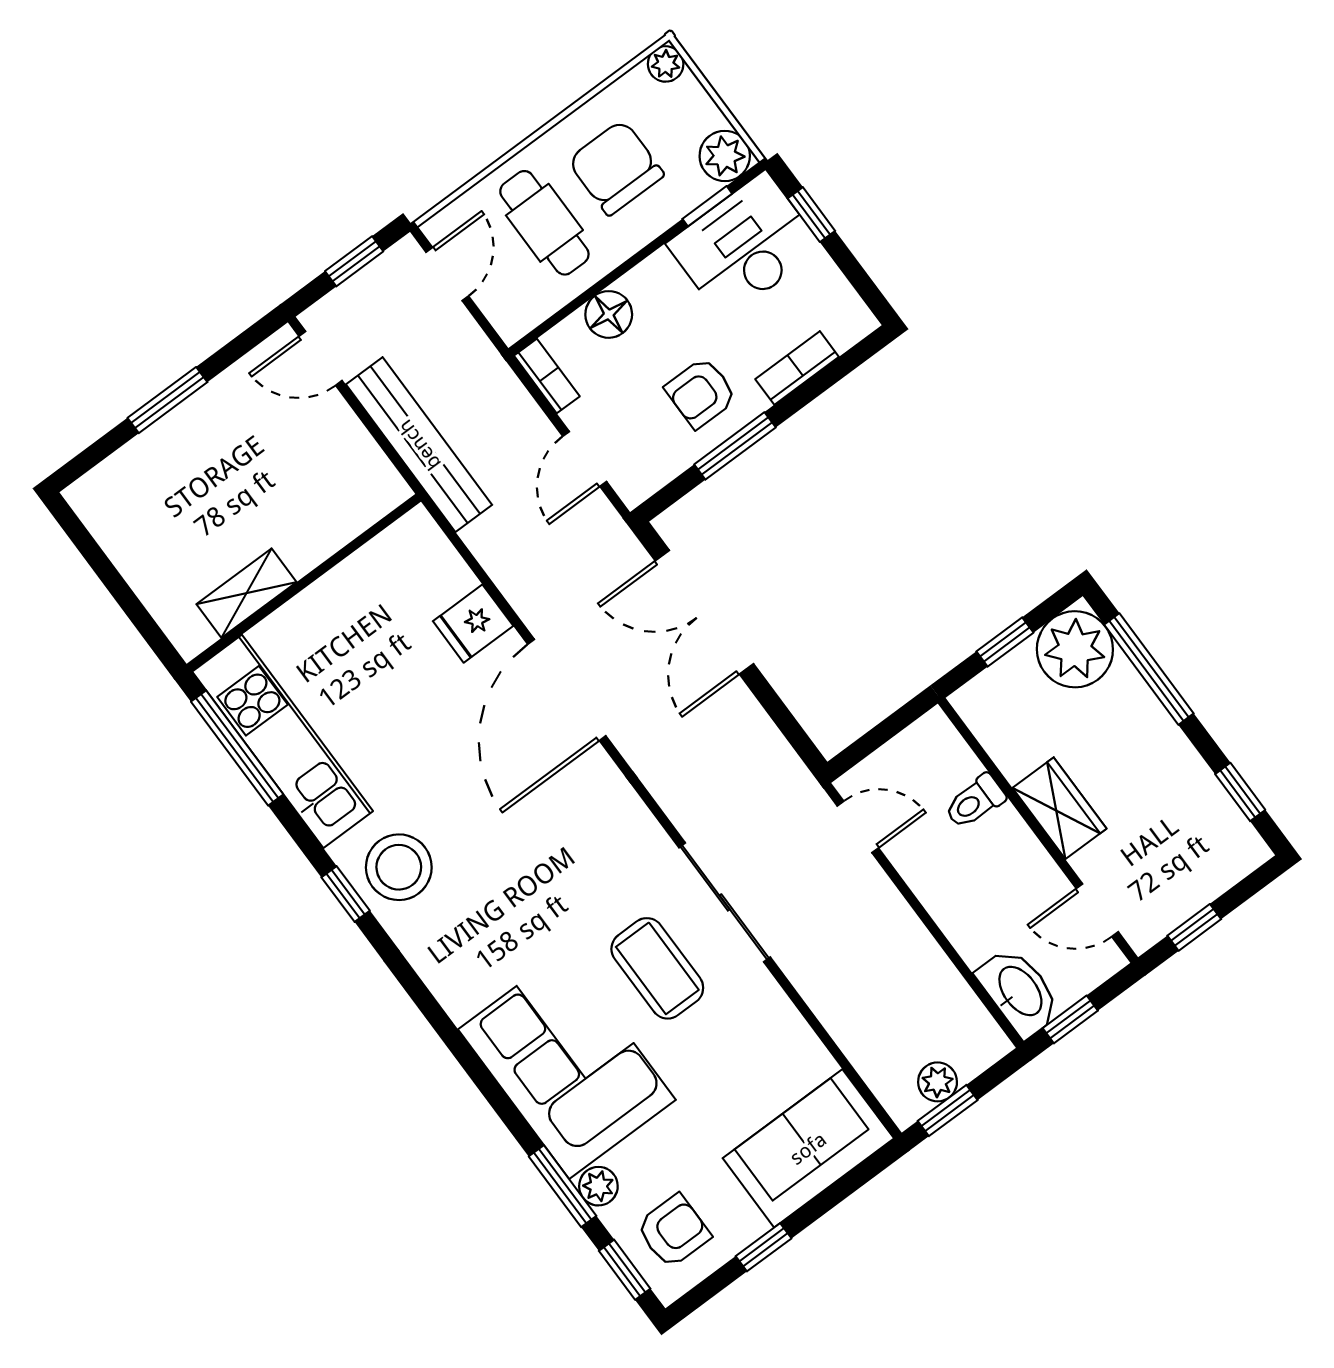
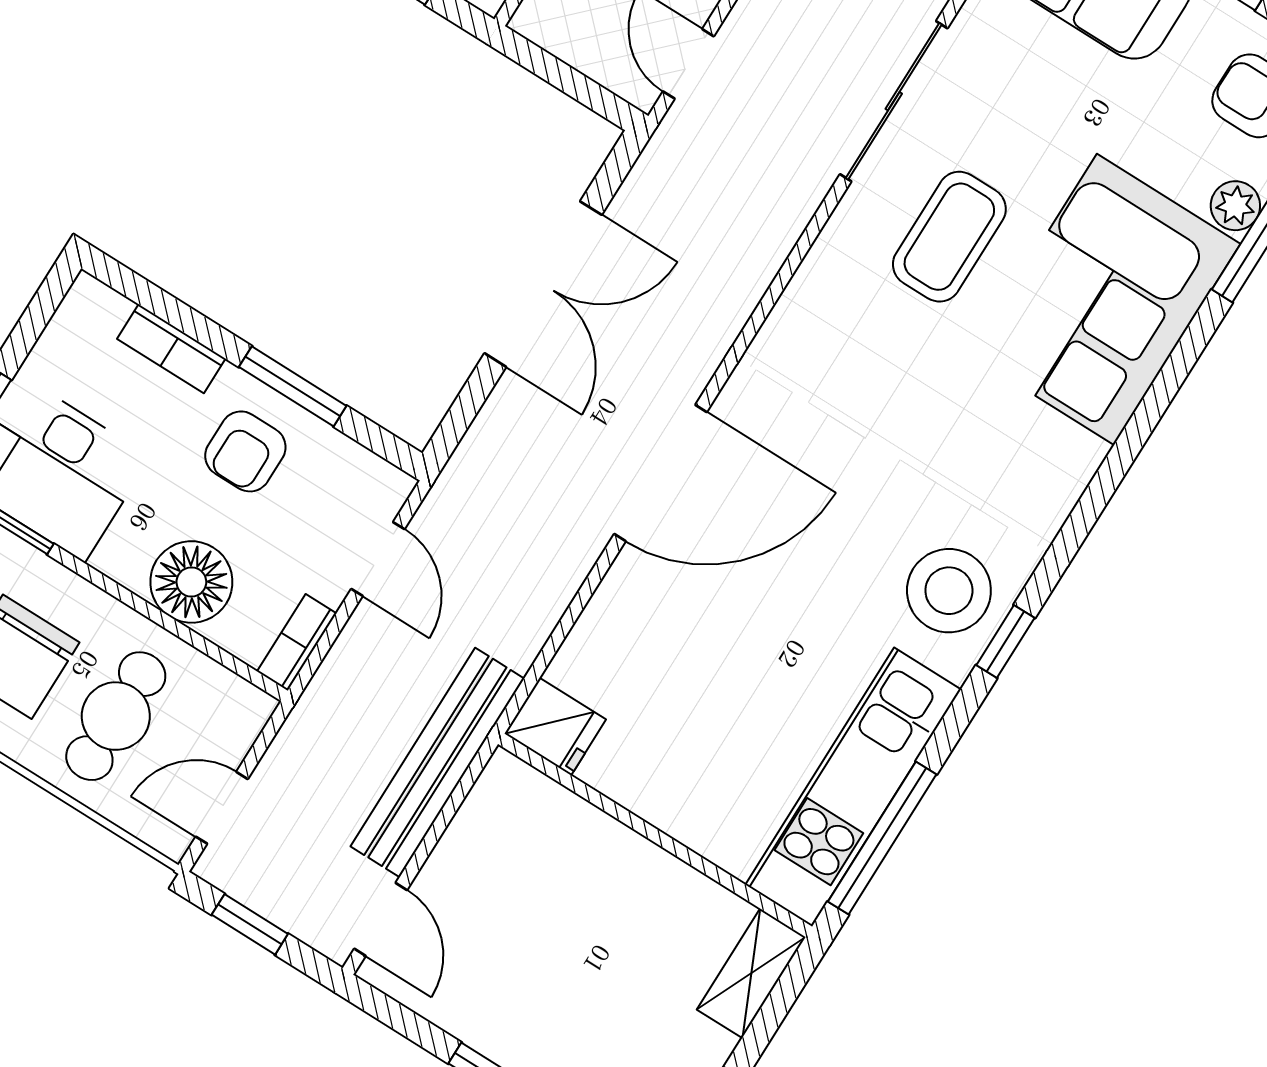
floor lamp: (609, 314) -> (191, 582), width x1.38, depth x1.38
armchair: (701, 393) -> (245, 451), turned 90
door: (585, 459) -> (378, 559), hinge flipped
shelving: (246, 593) -> (751, 973), moved, turned 90
double door: (704, 612) -> (543, 284), moved
fridge: (473, 624) -> (555, 727), moved
sliding door: (725, 902) -> (894, 101), moved

